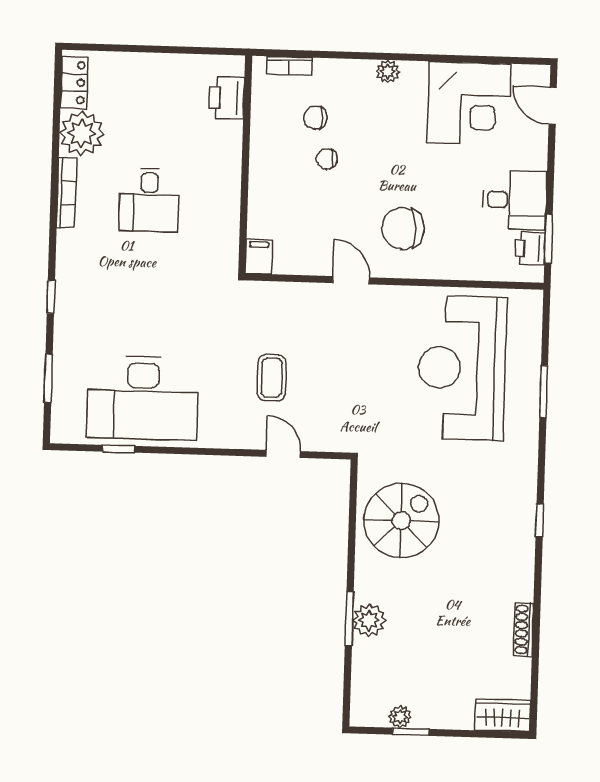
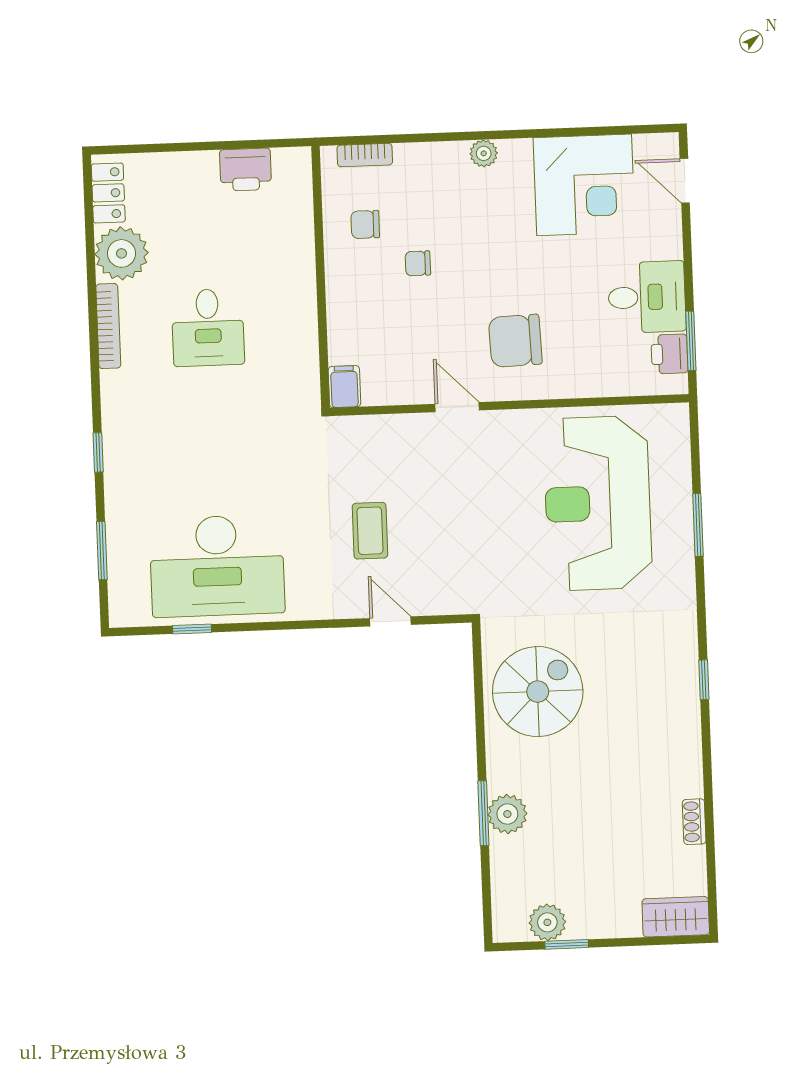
printer: (227, 98) -> (246, 170), moved, turned -90
chair: (315, 118) -> (365, 224), moved
shoe rack: (524, 629) -> (694, 822), width x0.70
plant: (400, 717) -> (547, 922), width x1.38, depth x1.38

